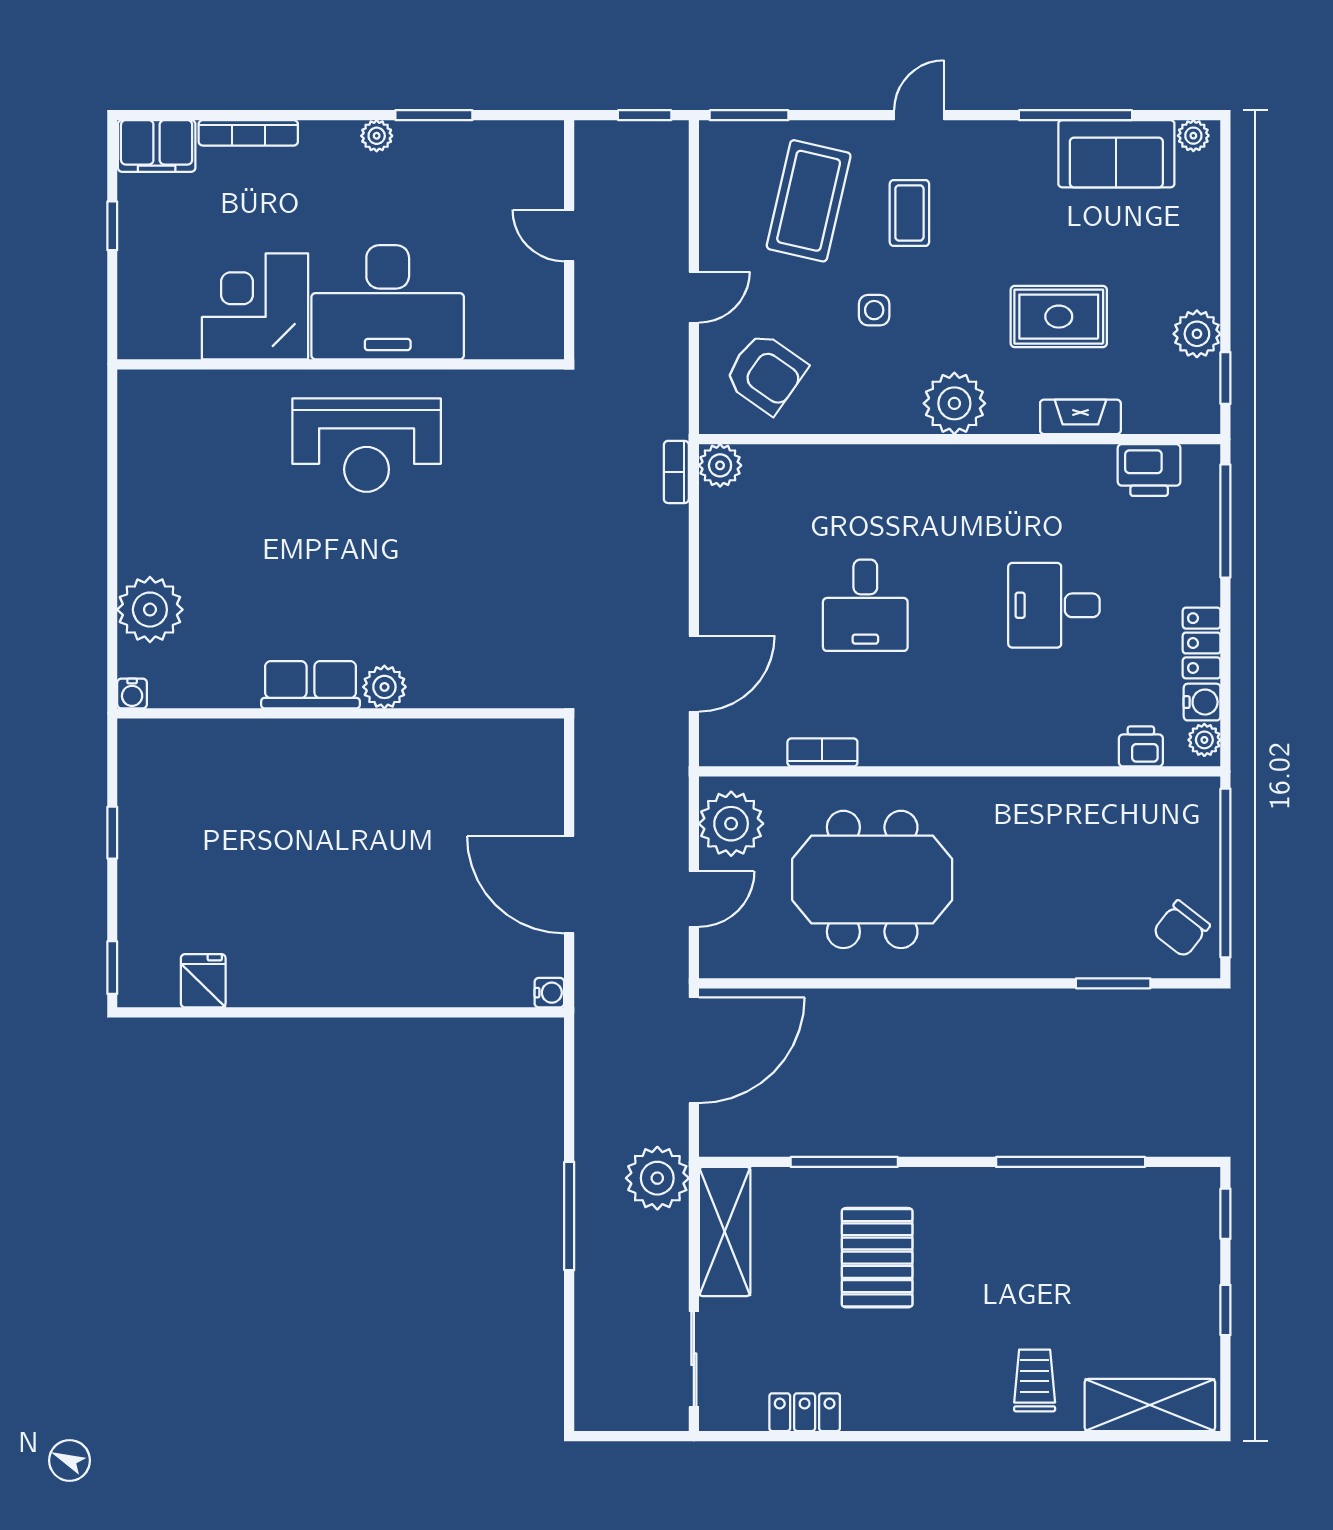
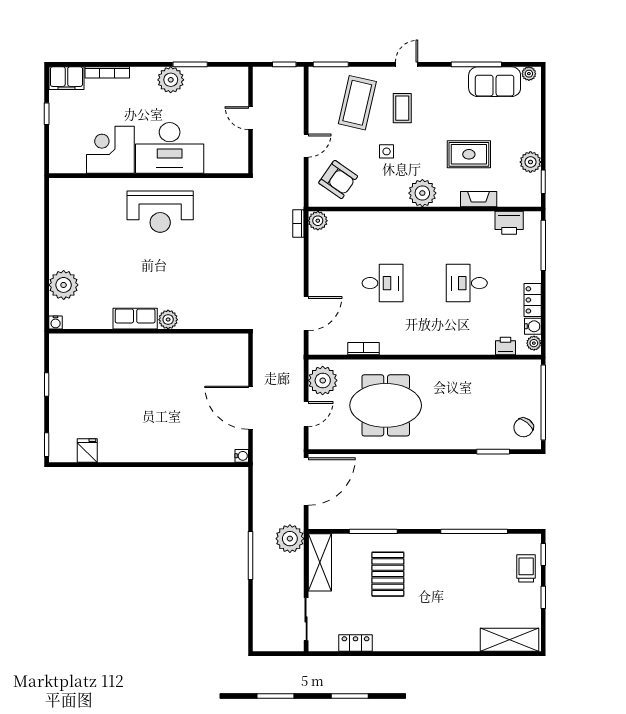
plant: (377, 136) -> (171, 80), width x1.87, depth x1.87
desk: (865, 605) -> (383, 283), turned -90
trolley: (1035, 1380) -> (526, 568), moved

